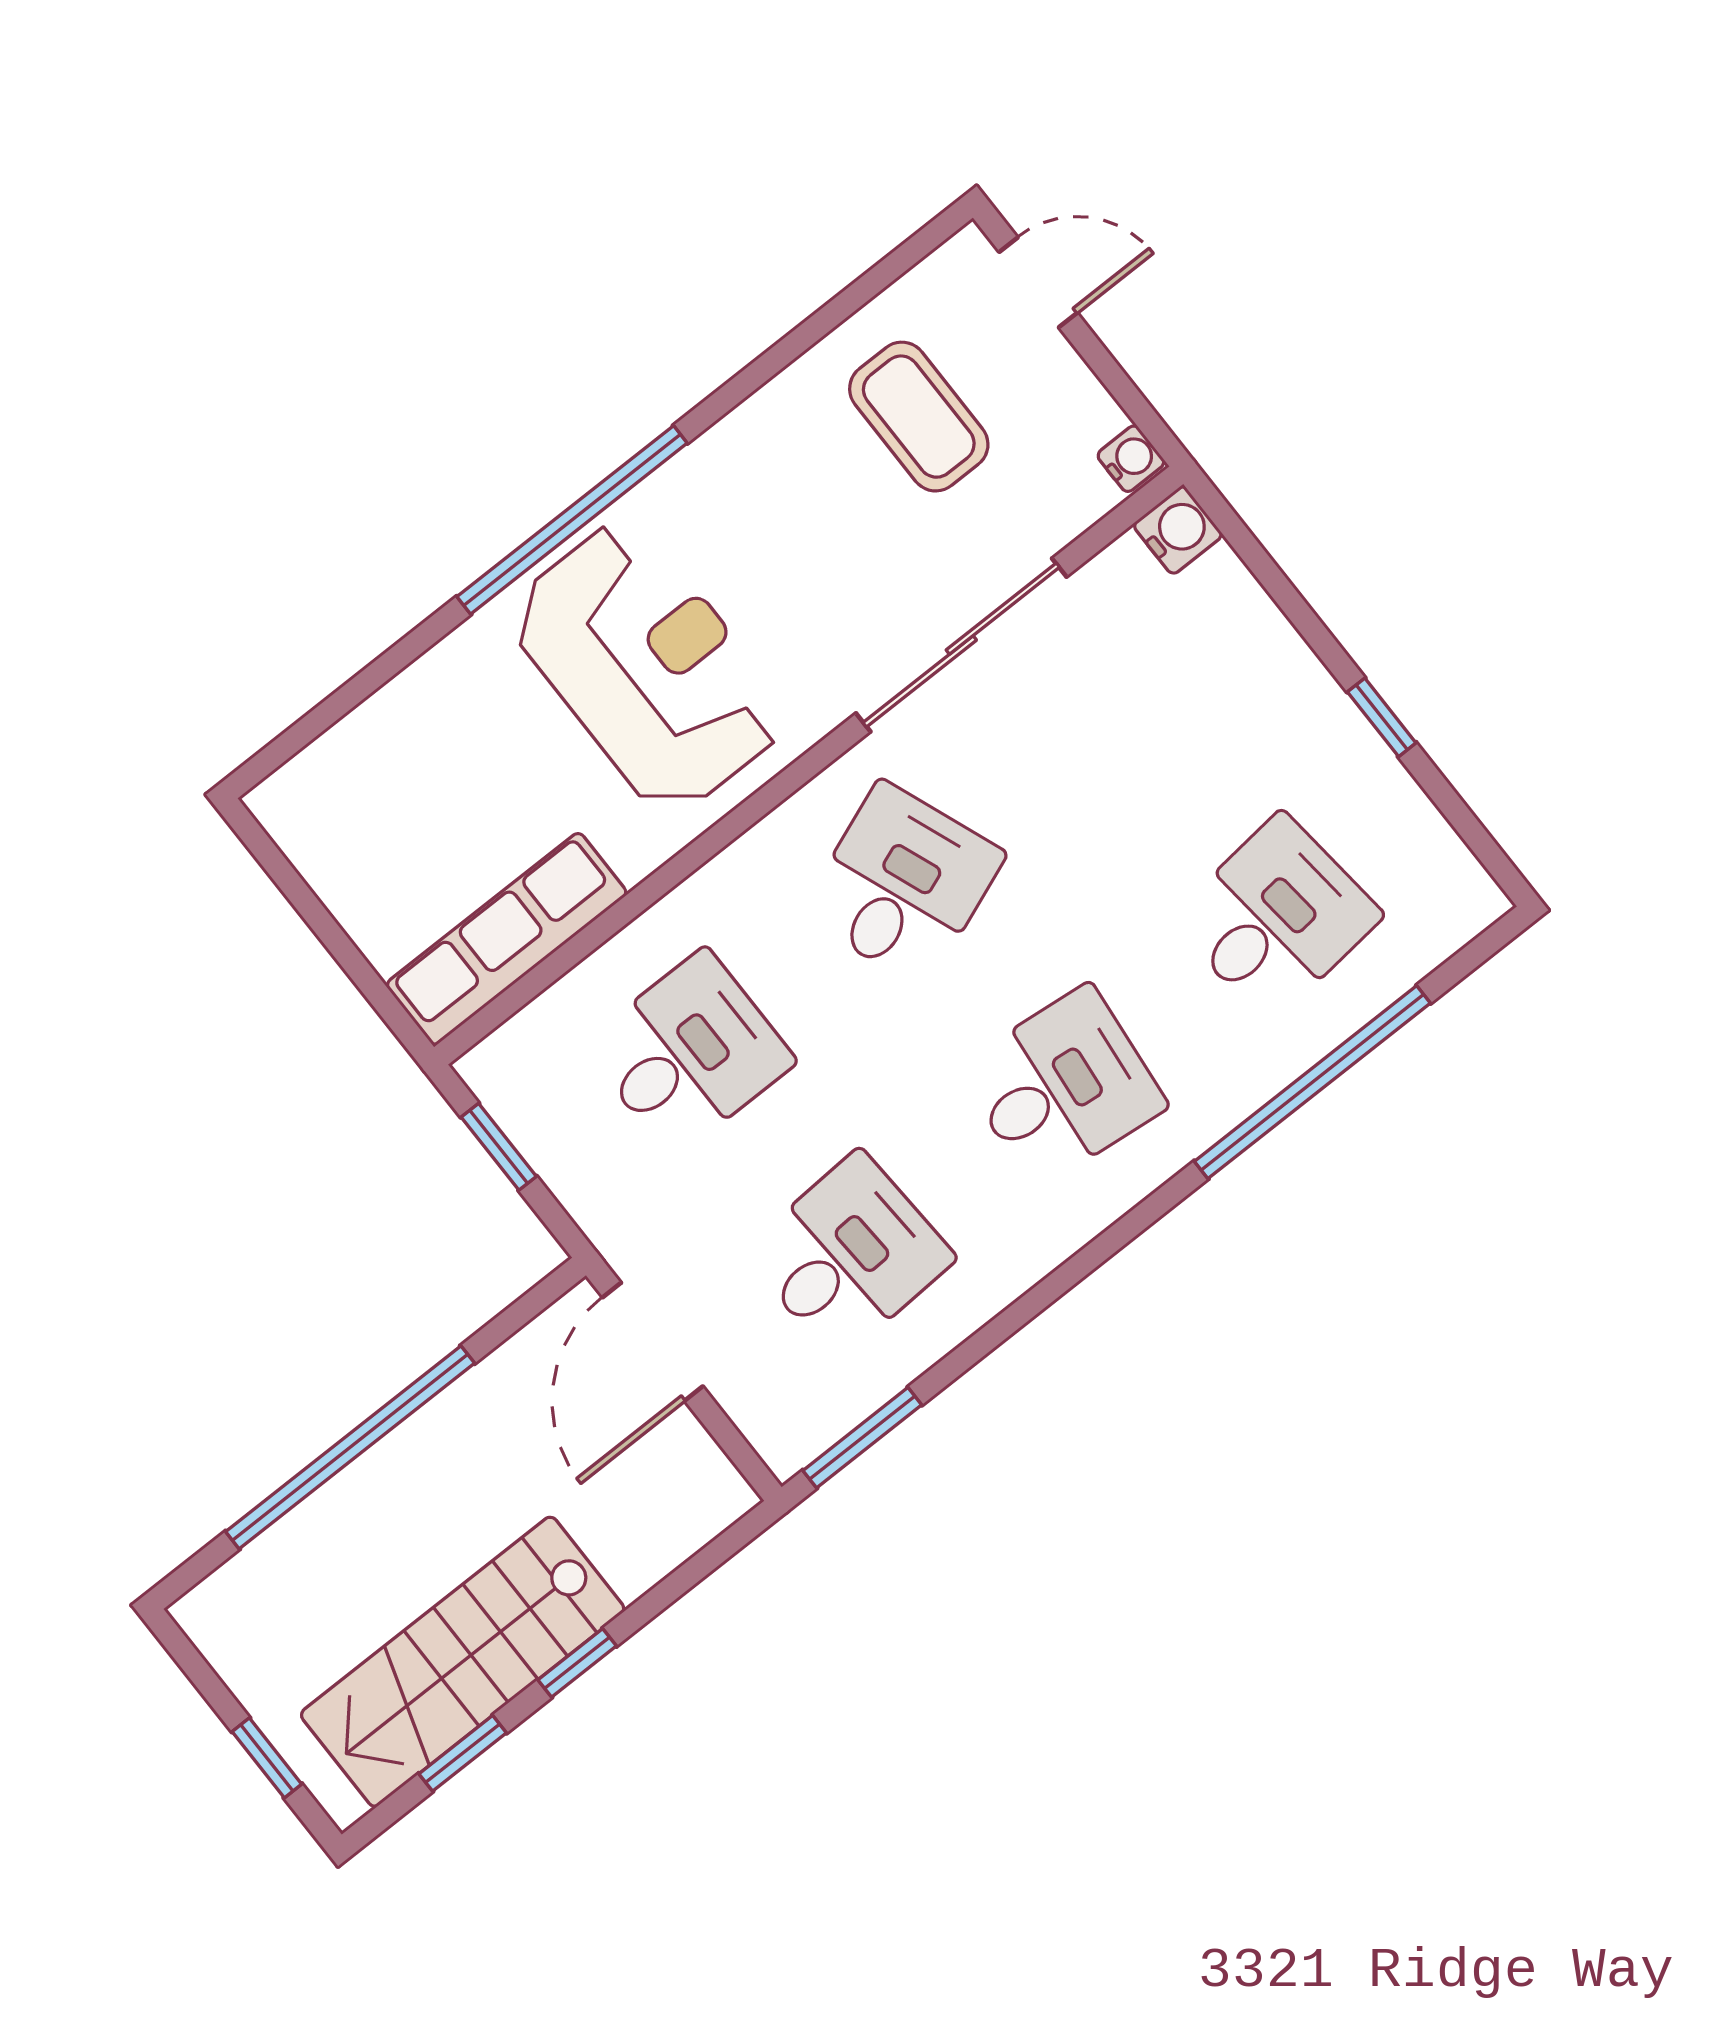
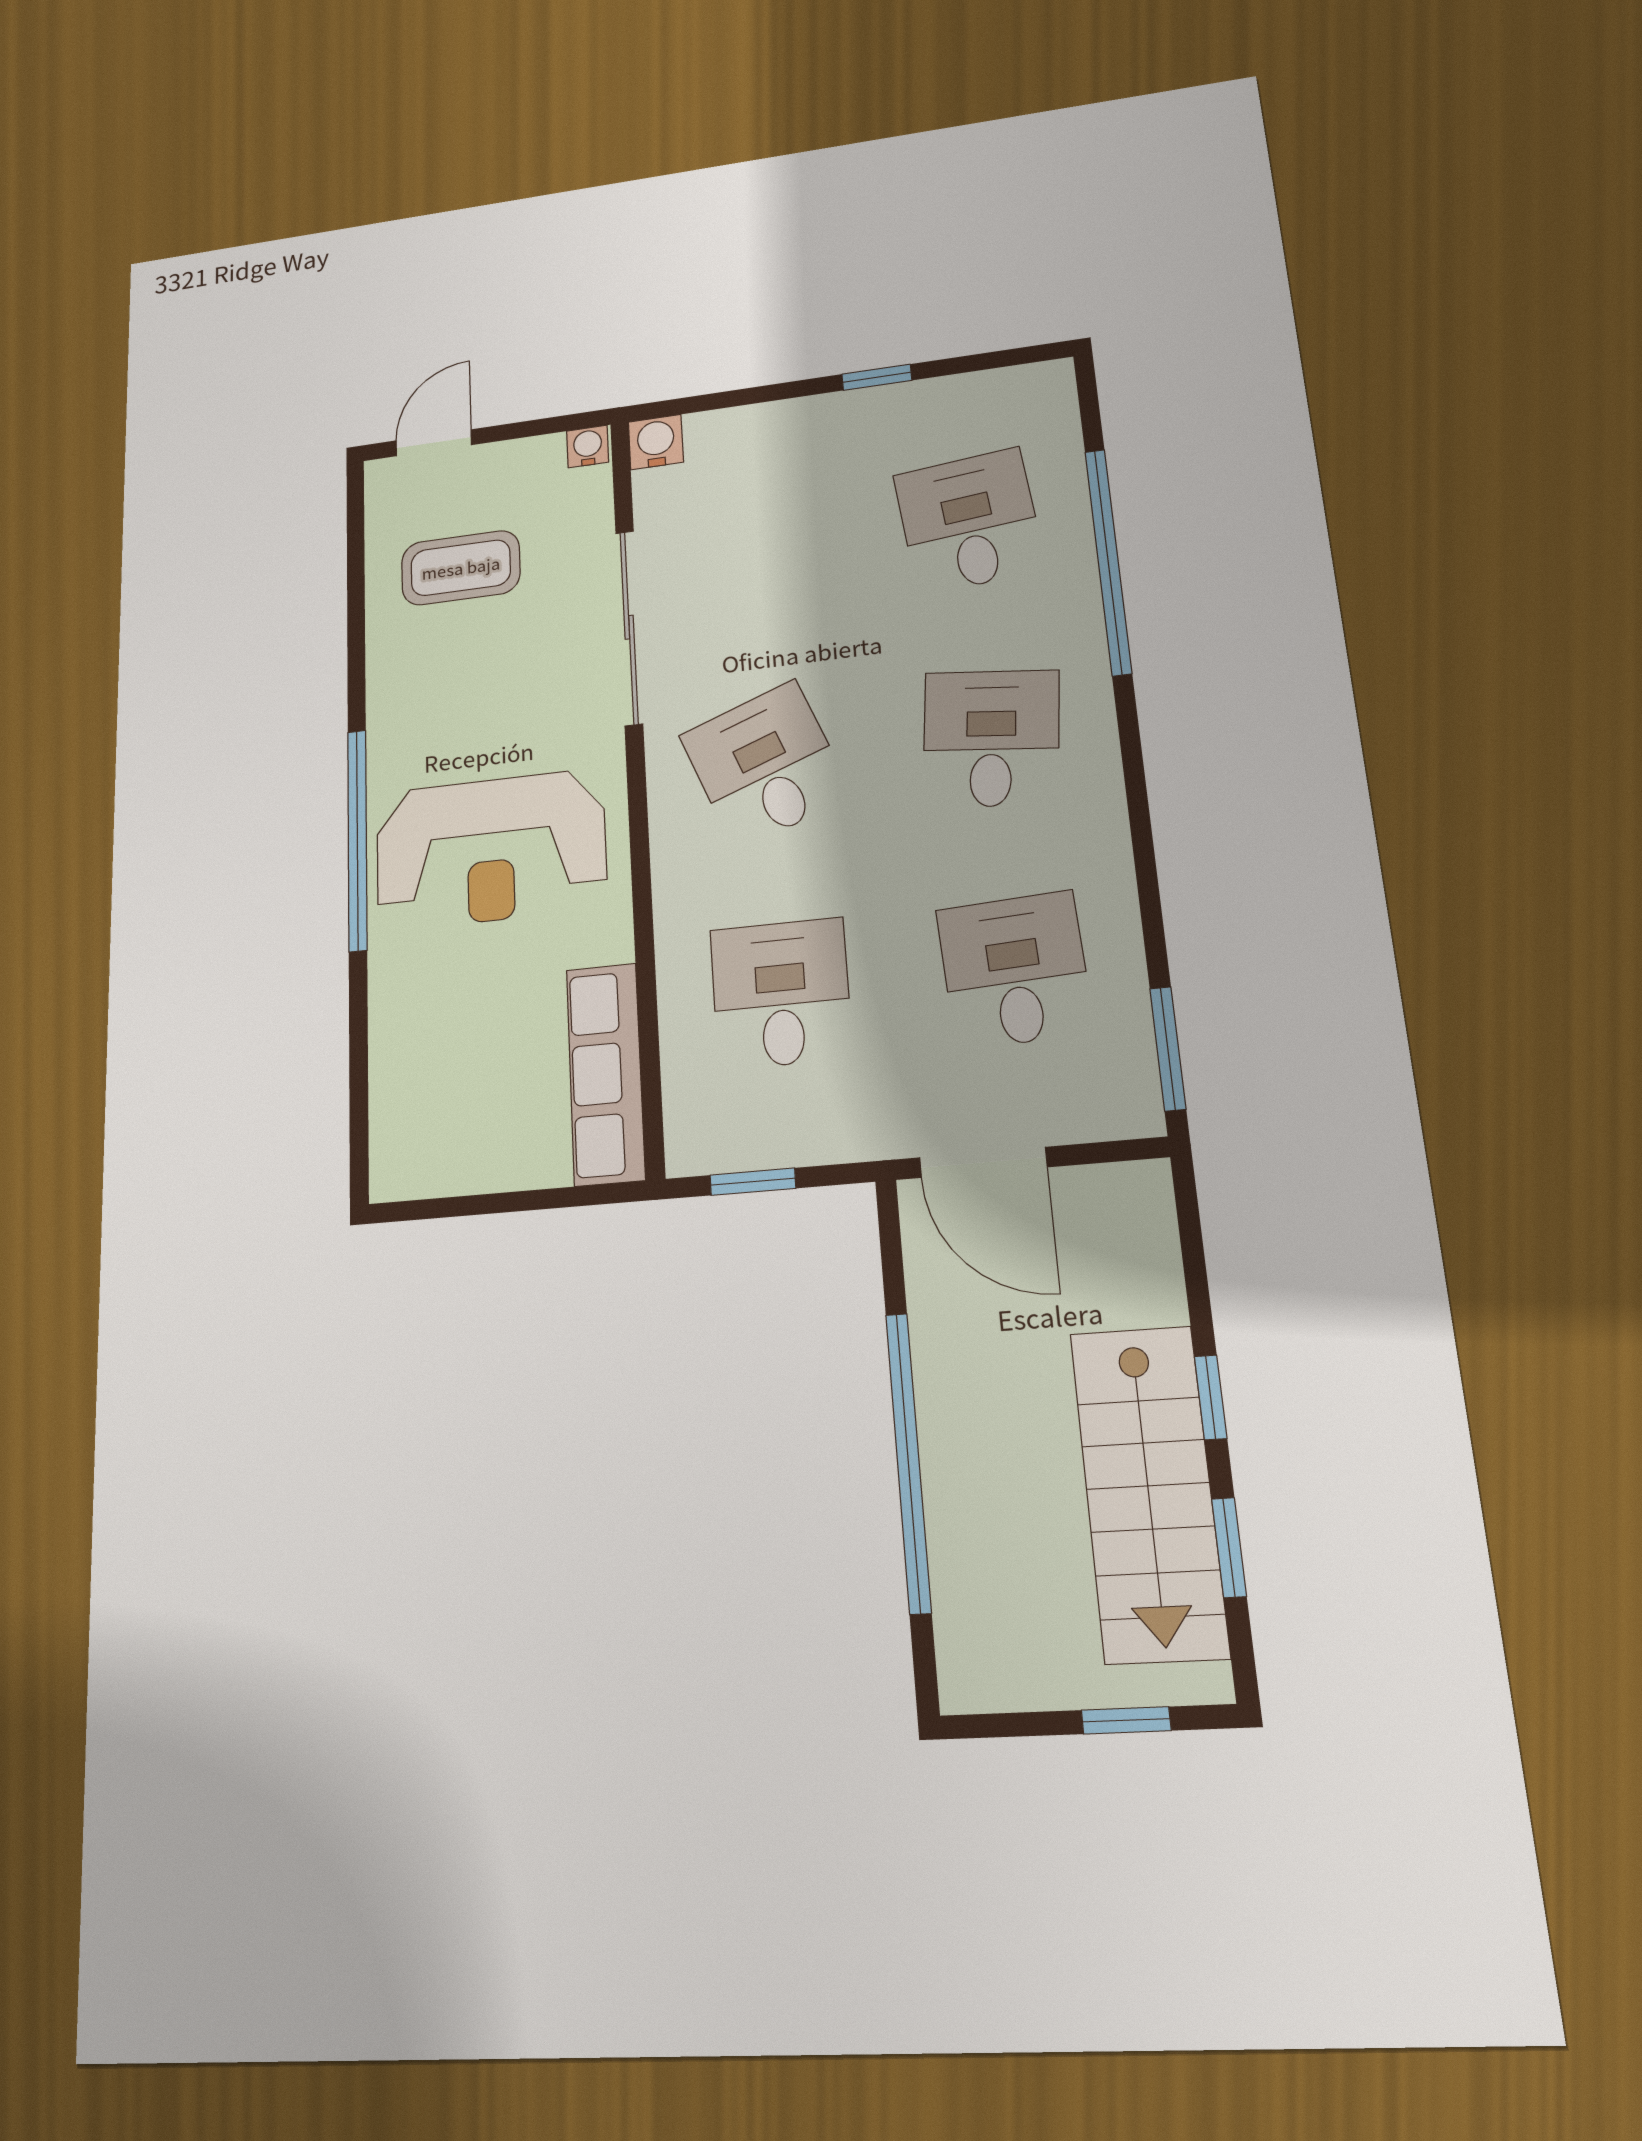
reception desk: (648, 667) -> (490, 850), turned 180

